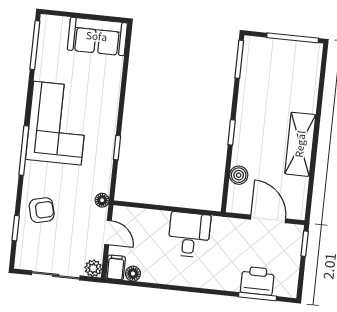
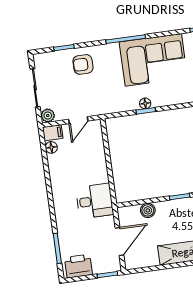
floor lamp: (102, 200) -> (145, 103), moved
armchair: (42, 210) -> (83, 64), turned 104
desk: (189, 235) -> (95, 201), moved
printer: (257, 281) -> (78, 266), moved, turned -90

